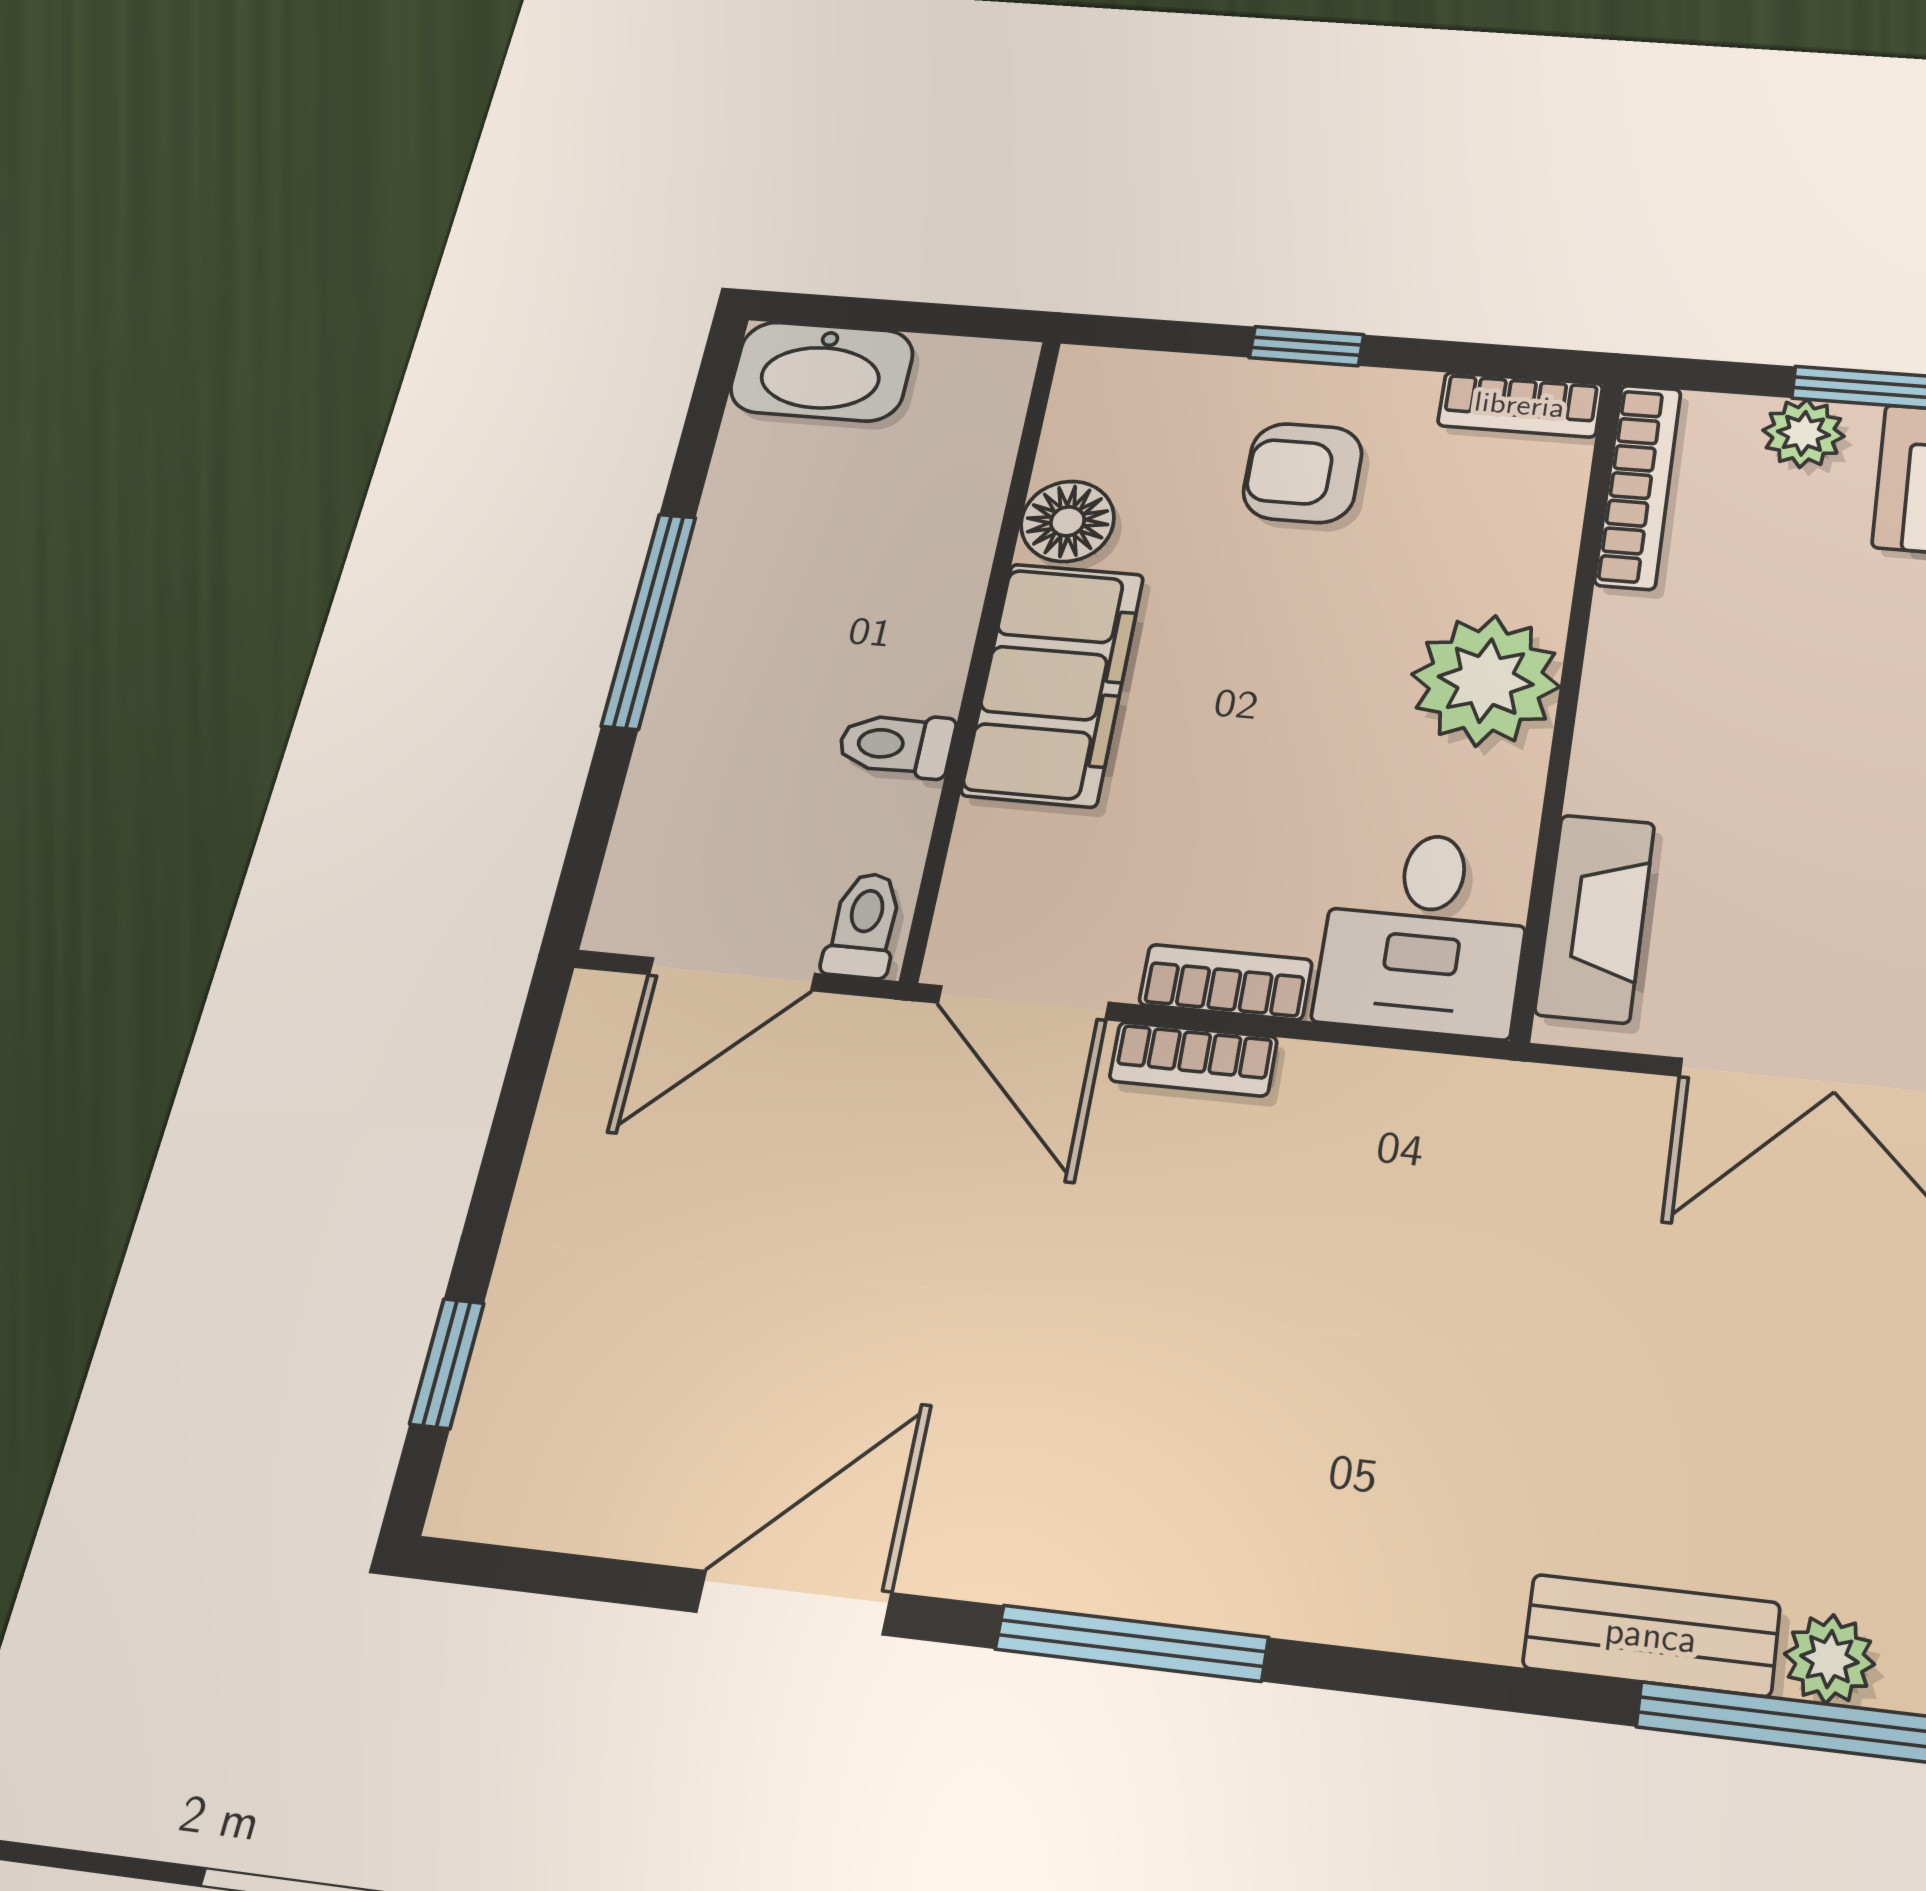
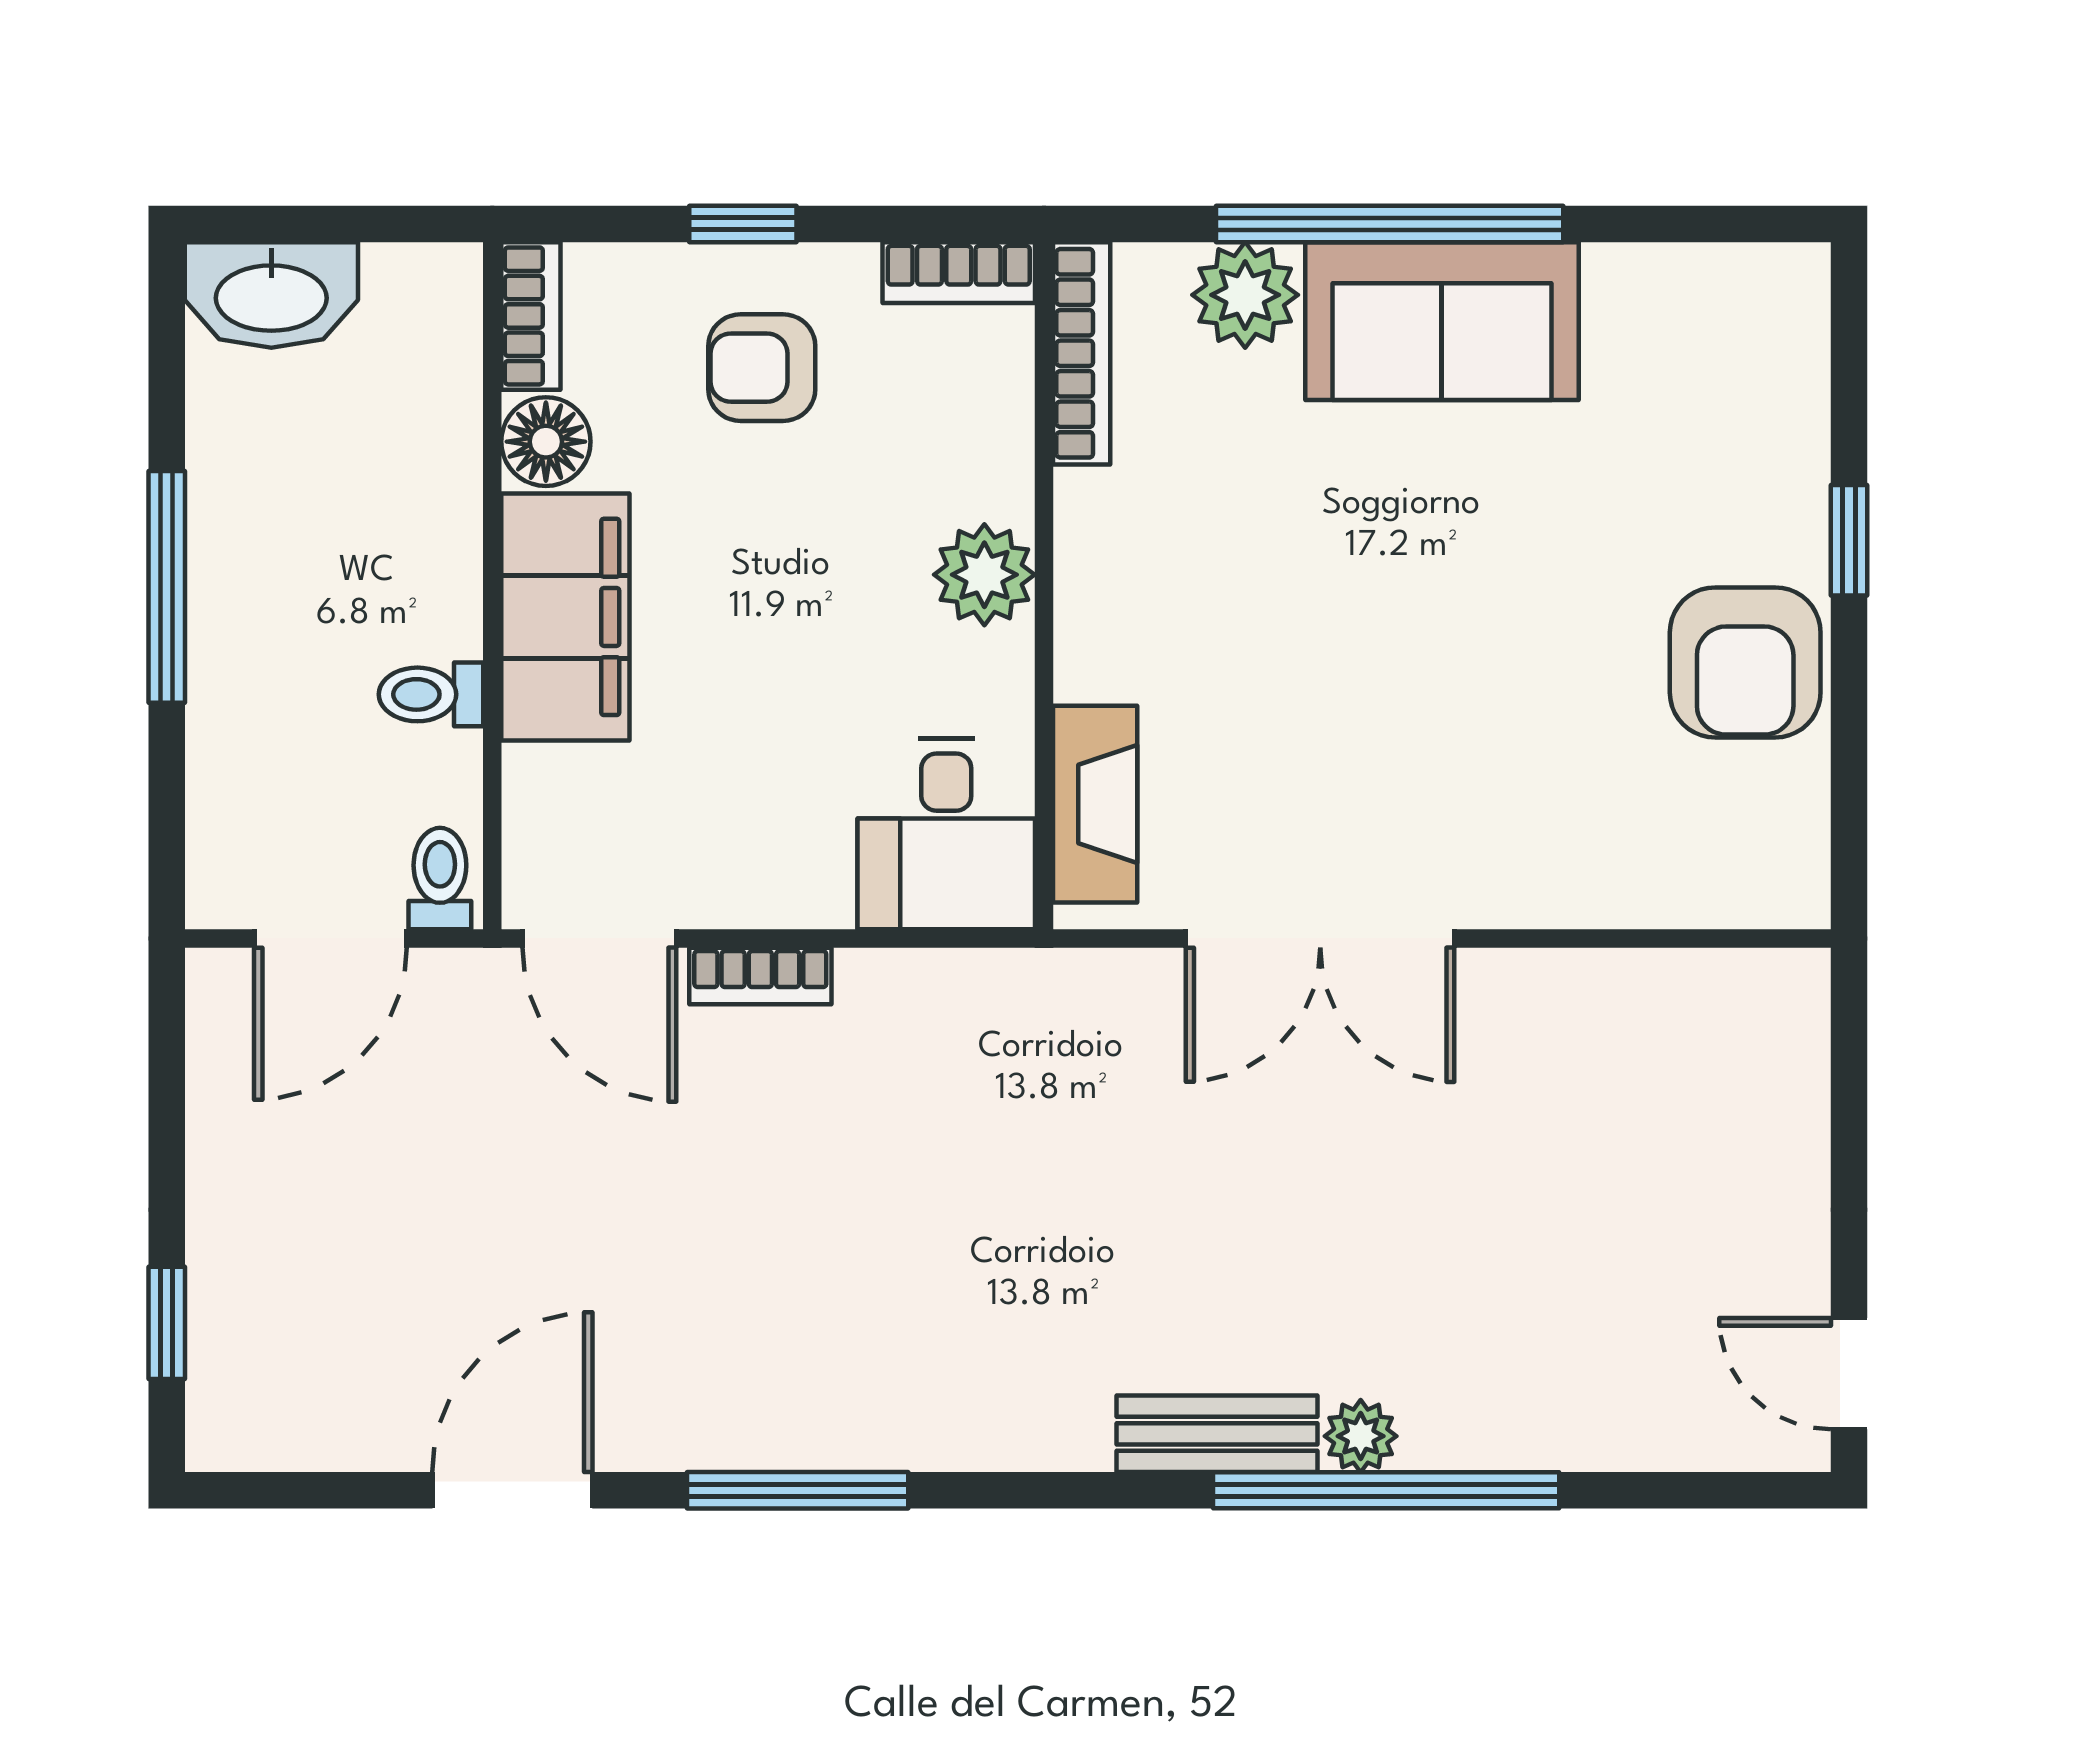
plant: (1803, 433) -> (1245, 295), width x1.38, depth x1.38
plant: (1486, 681) -> (984, 575), width x0.73, depth x0.73
bookcase: (1226, 982) -> (531, 316), moved, turned 90

